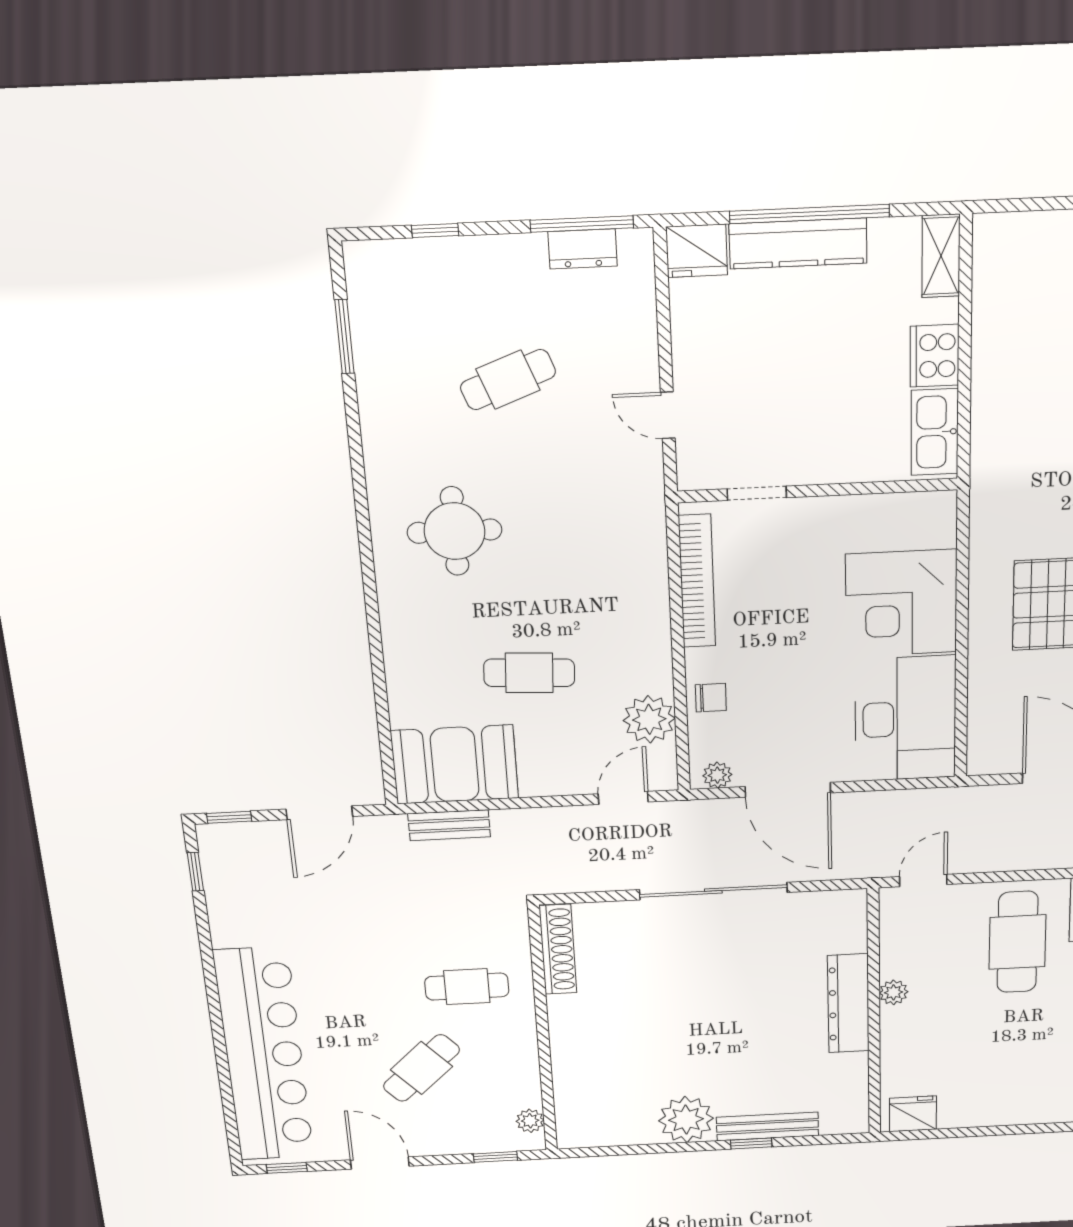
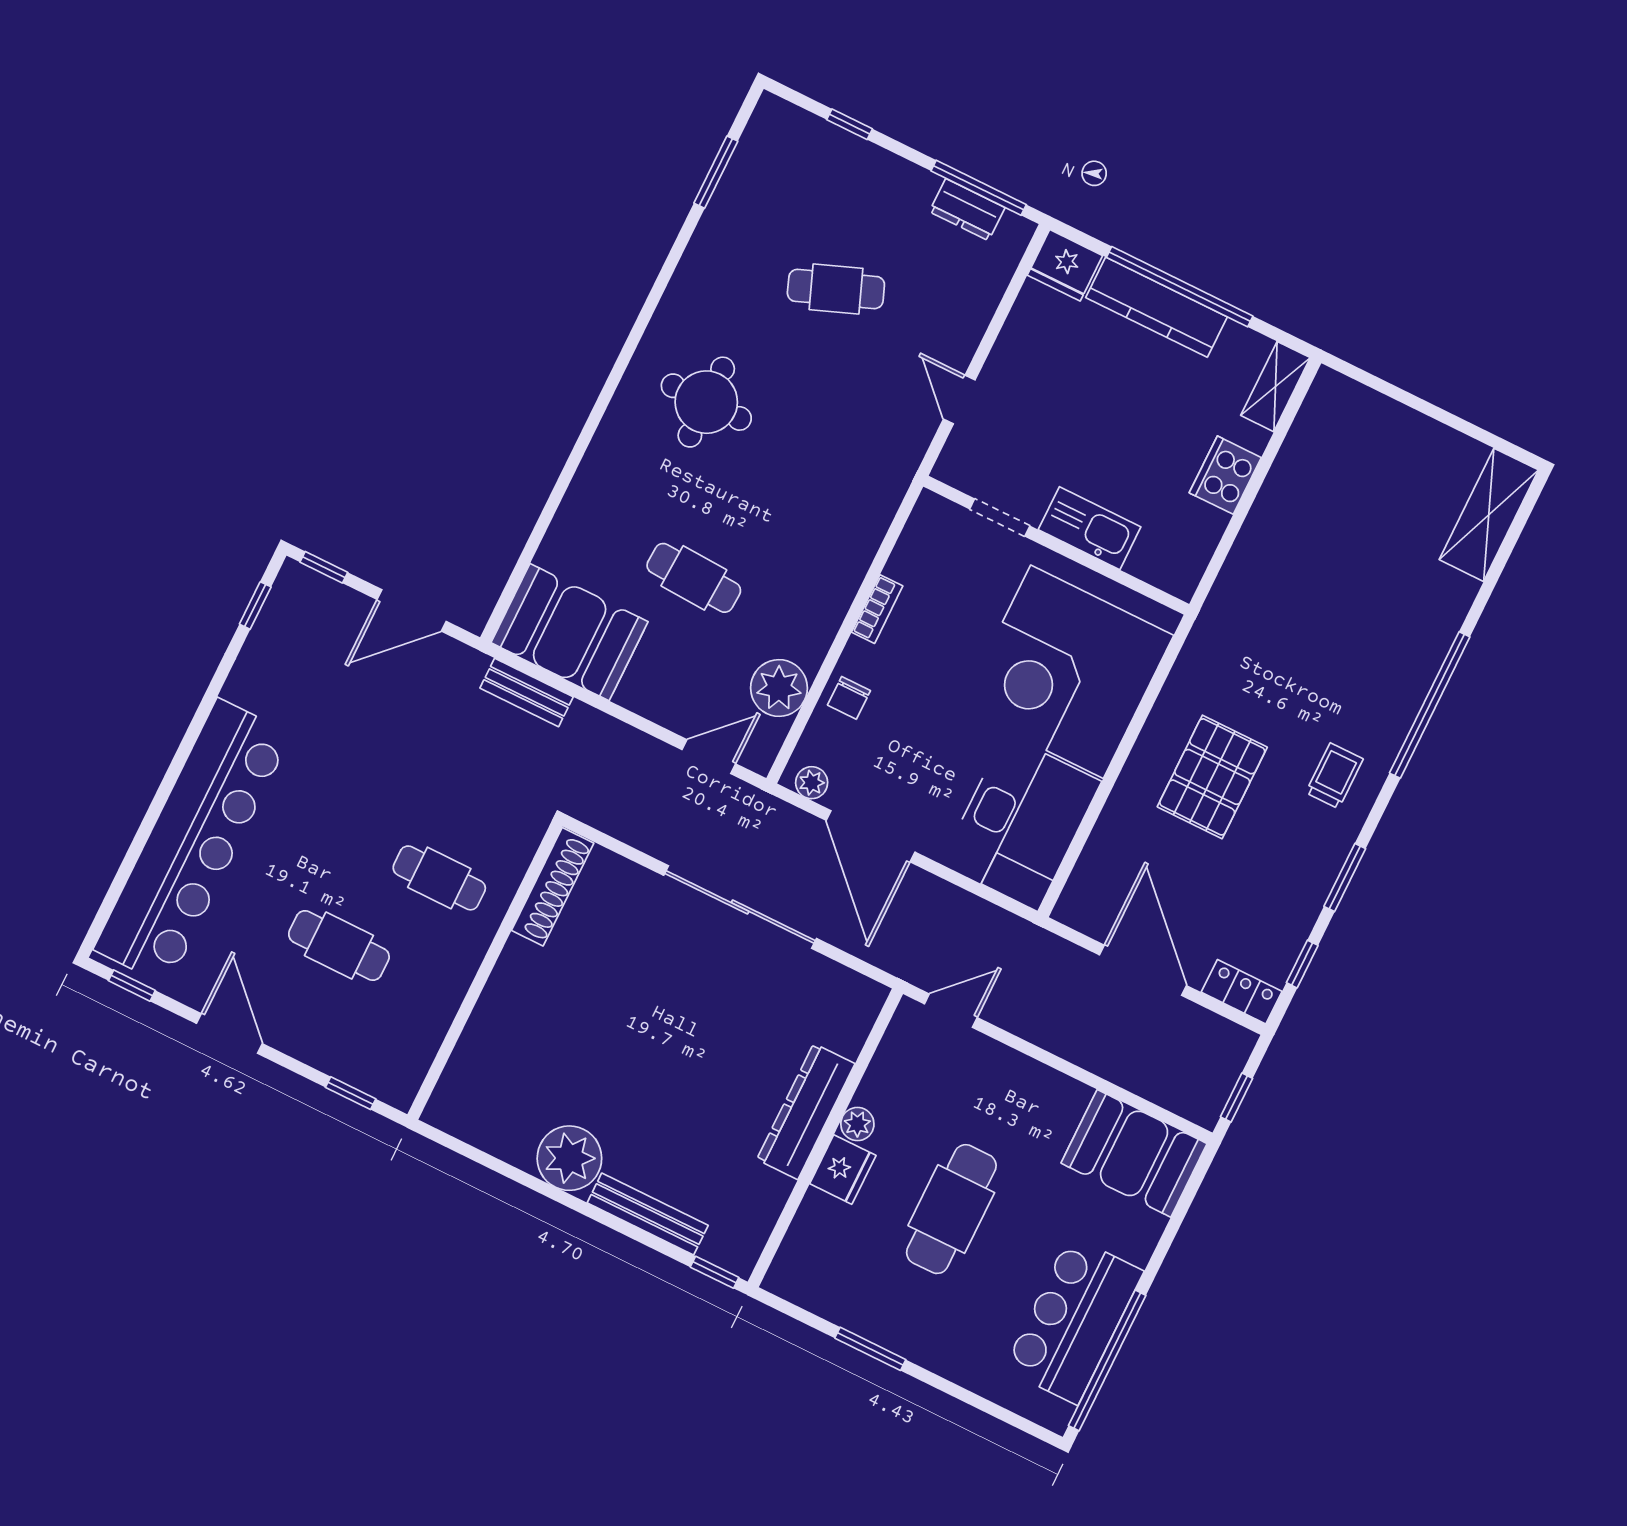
kitchen sink: (935, 432) -> (1090, 528), moved, turned 90
bookcase: (697, 581) -> (877, 609), width x0.43, depth x0.76
corner desk: (901, 603) -> (1067, 672), width x1.36, depth x1.36
chair: (711, 698) -> (849, 698), turned 90
cafe table: (1017, 942) -> (951, 1209), moved
cafe table: (421, 1068) -> (339, 945), turned 43
fridge: (913, 1114) -> (843, 1169), moved, turned 90
plant: (530, 1121) -> (411, 1070), removed
window: (988, 1131) -> (870, 1349), added
window: (751, 1144) -> (715, 1272), moved

